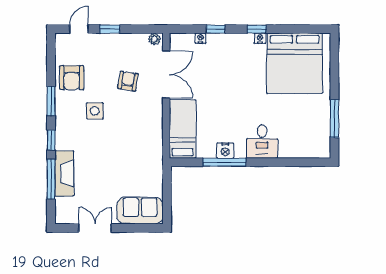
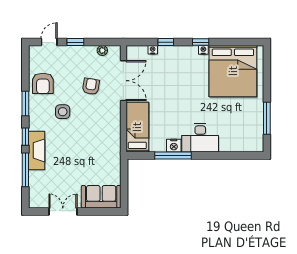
plant: (154, 39) -> (102, 50), moved
desk: (262, 141) -> (200, 138), width x1.37
fireplace: (64, 173) -> (37, 150), moved

